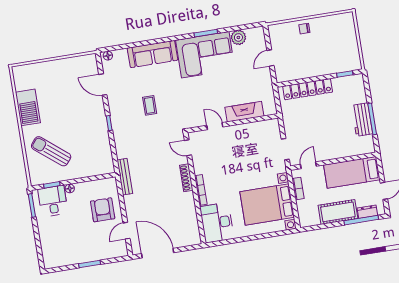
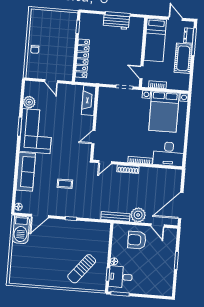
barbecue: (28, 107) -> (21, 230), moved, turned 90
fireplace: (244, 112) -> (89, 101), moved
plant: (134, 204) -> (138, 215), added

